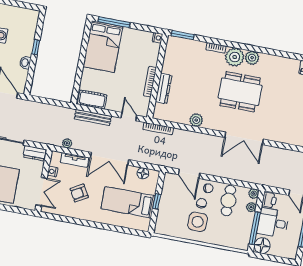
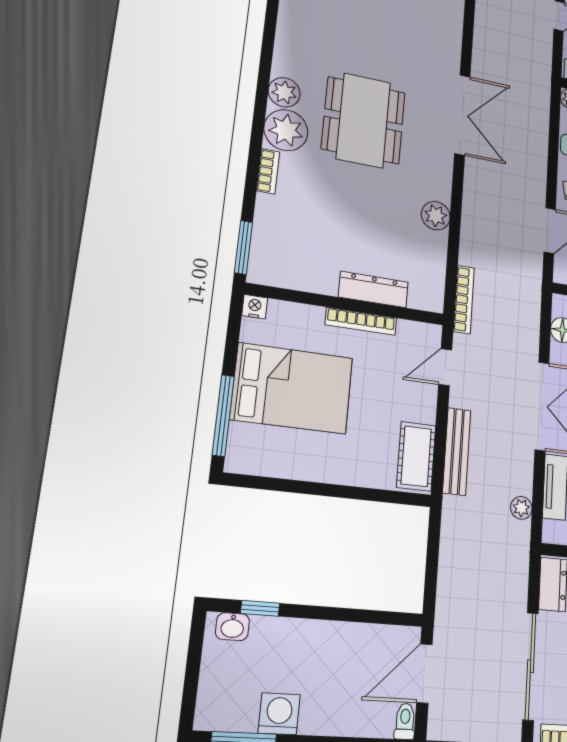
window: (36, 47) -> (260, 608), moved
bed: (103, 47) -> (292, 388), moved
washbasin: (25, 63) -> (232, 627), moved

